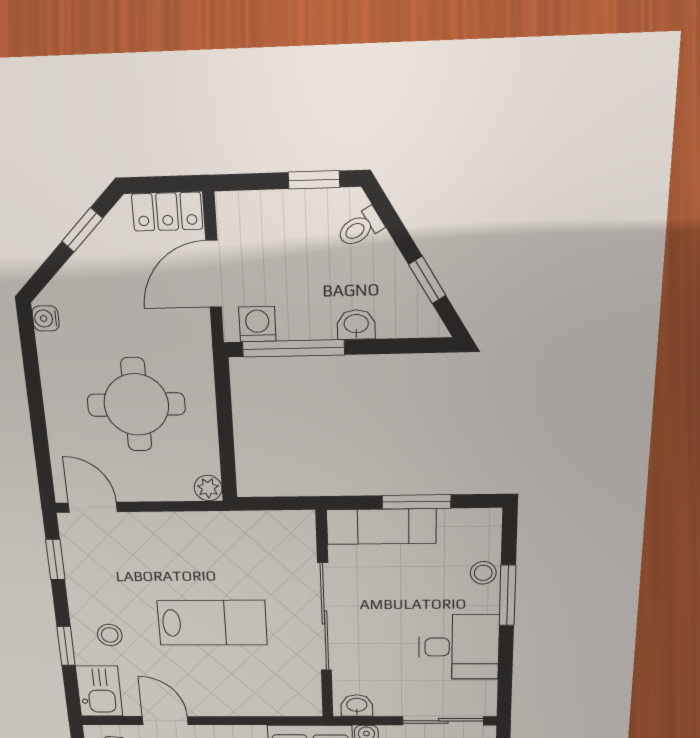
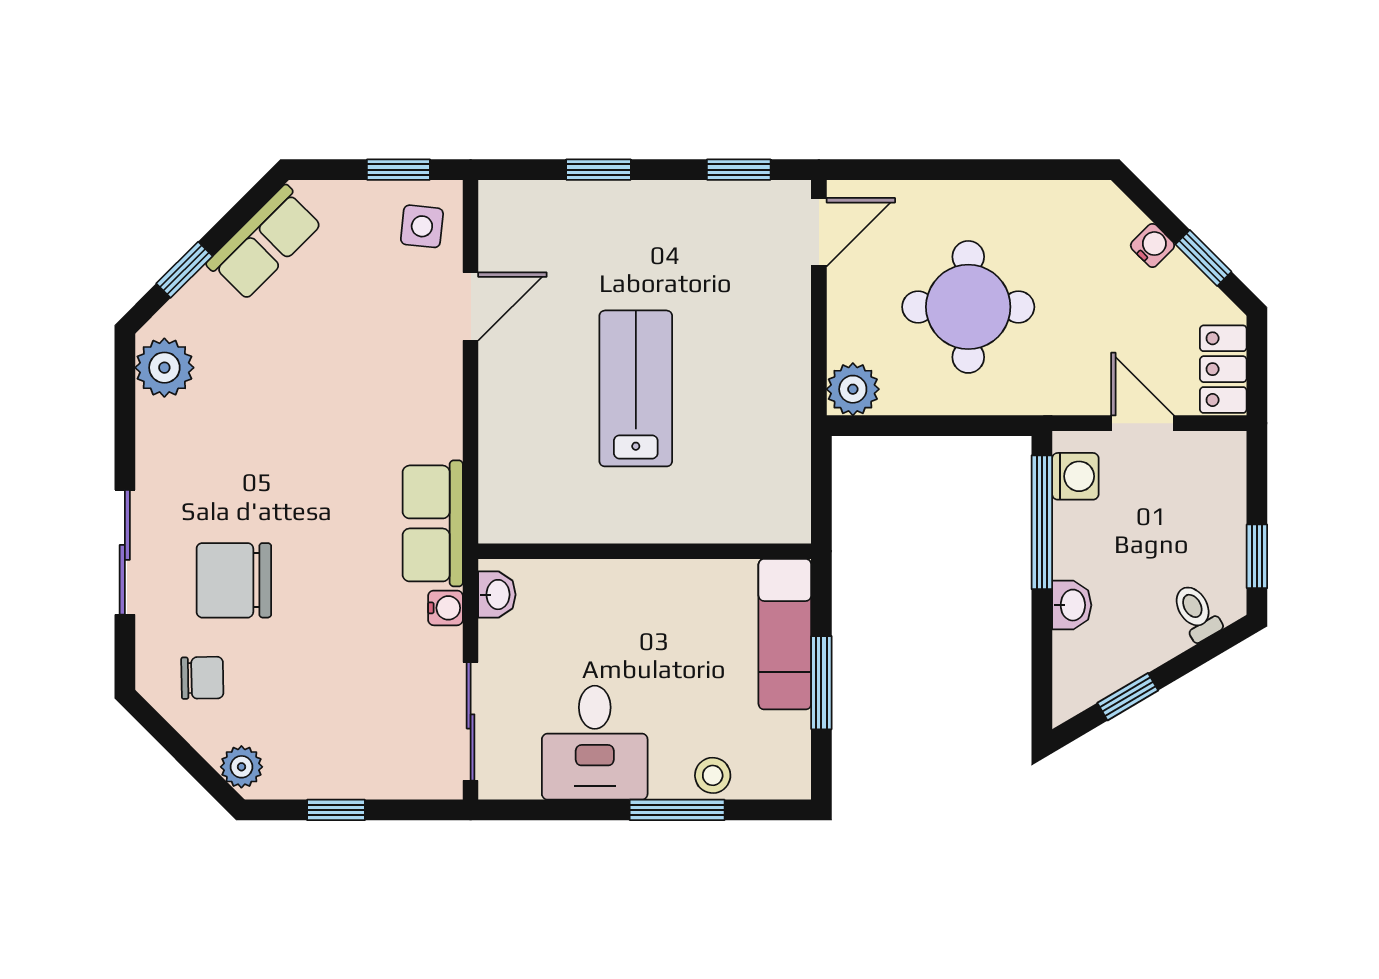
door: (214, 274) -> (1143, 423), width x0.73
water cooler: (46, 318) -> (1152, 245), moved, turned 45
plant: (208, 488) -> (853, 389), width x1.38, depth x1.38
sliding door: (325, 617) -> (644, 551), removed
lab bench: (212, 623) -> (636, 388), turned 180
stool: (110, 635) -> (617, 236), removed
kitchen sink: (99, 691) -> (522, 211), removed

